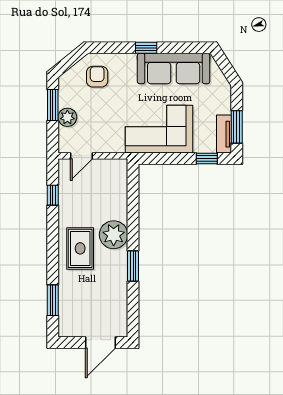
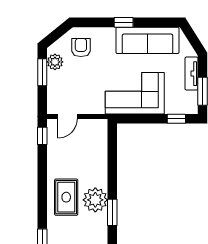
plant: (67, 117) -> (55, 62), moved
tv unit: (224, 134) -> (191, 74), moved
window: (53, 195) -> (42, 136), moved
plant: (114, 235) -> (95, 200), moved

